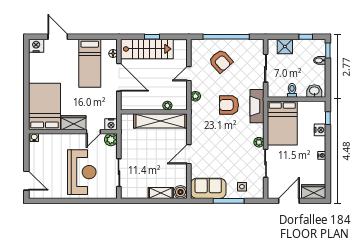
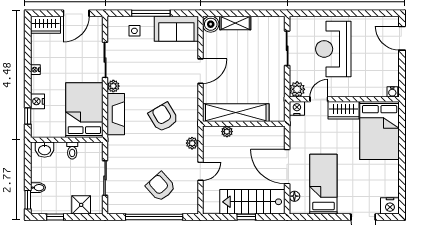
armchair: (229, 105) -> (163, 117), moved, turned -121
fireplace: (257, 106) -> (116, 114), moved

